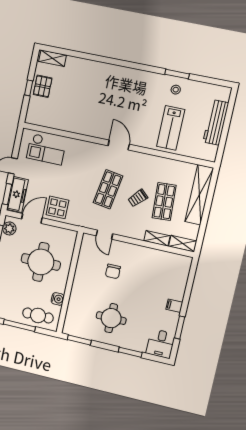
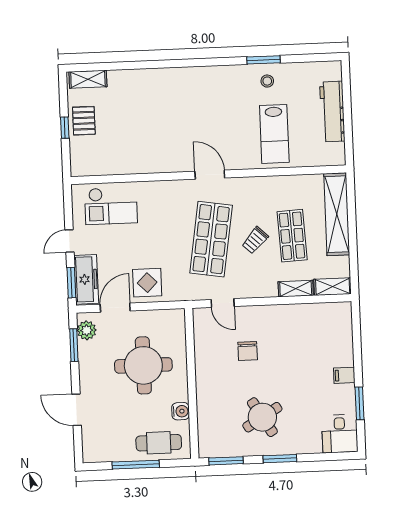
shop shelf: (108, 189) -> (211, 239), width x1.43, depth x1.36
round table: (111, 318) -> (262, 417), turned -31
window: (130, 352) -> (280, 459), moved

